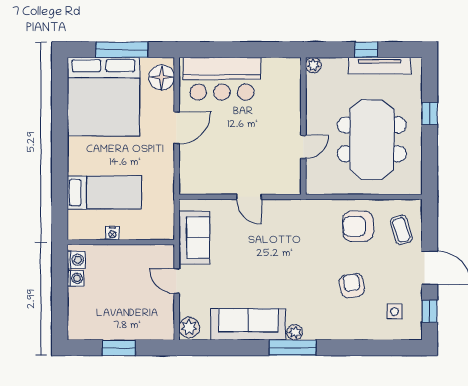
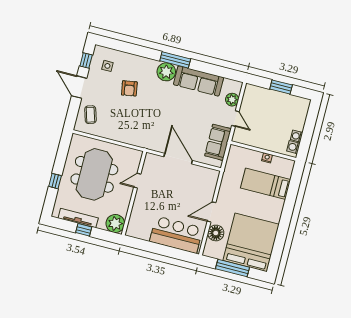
plant: (313, 65) -> (115, 224), width x1.88, depth x1.88
floor lamp: (162, 77) -> (216, 233), moved
door: (249, 197) -> (178, 159), width x1.87
armchair: (358, 226) -> (116, 124), removed
plant: (189, 327) -> (232, 100), moved
plant: (295, 332) -> (166, 72), width x1.87, depth x1.87

